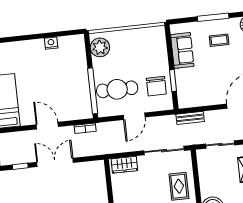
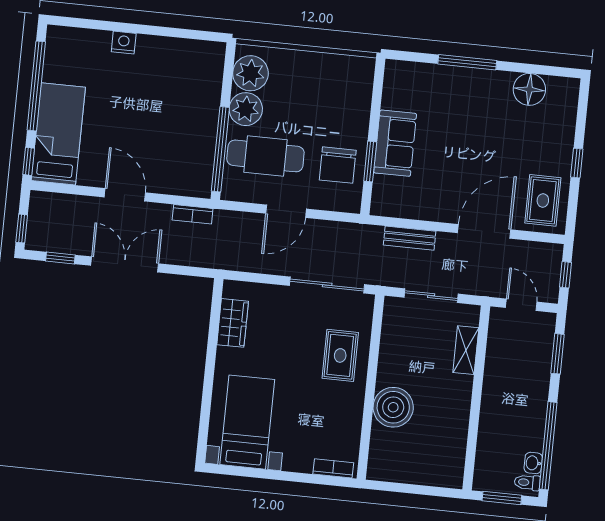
coffee table: (219, 40) -> (469, 106), removed
nightstand: (51, 43) -> (124, 43), moved
sofa: (182, 50) -> (395, 143), moved
plant: (101, 67) -> (246, 109), added
bench: (190, 118) -> (410, 238), moved
wardrobe: (124, 165) -> (233, 323), moved, turned -90

